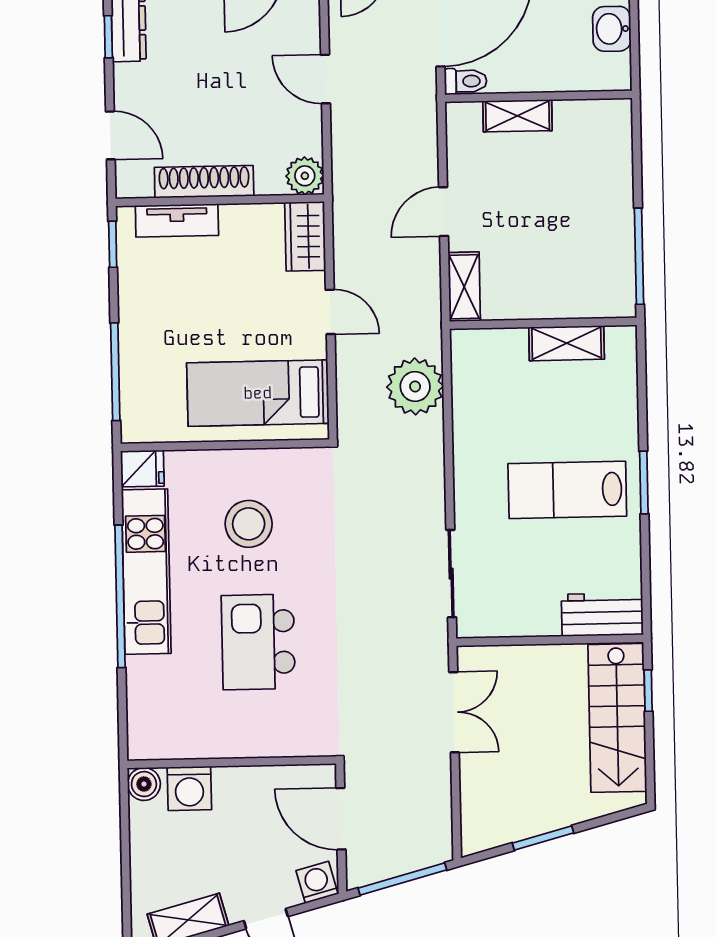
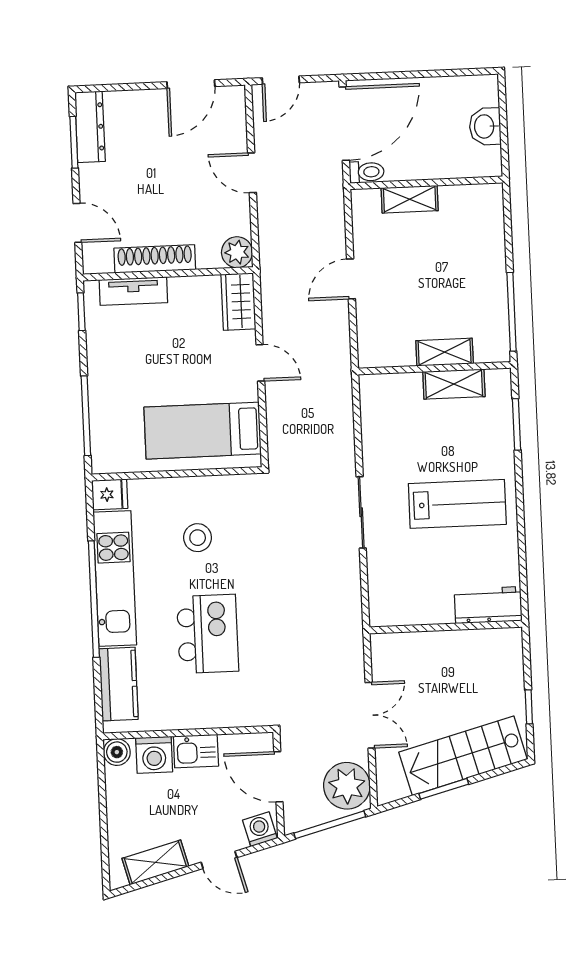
window: (108, 37) -> (74, 142), width x1.50
shelving: (464, 287) -> (445, 352), moved, turned 90
plant: (415, 386) -> (347, 786), moved
window: (644, 482) -> (516, 424), moved
lab bench: (567, 490) -> (457, 504), turned 180
stool: (249, 524) -> (198, 538), width x0.73, depth x0.73
sliding door: (451, 574) -> (361, 512), moved
kitchen island: (258, 642) -> (208, 634), turned 180
window: (648, 691) -> (529, 707), moved
kitchen counter: (148, 701) -> (119, 684), added
double door: (454, 712) -> (370, 715), moved
stairs: (617, 718) -> (463, 756), moved, turned 75
kitchen sink: (241, 785) -> (196, 751), added

